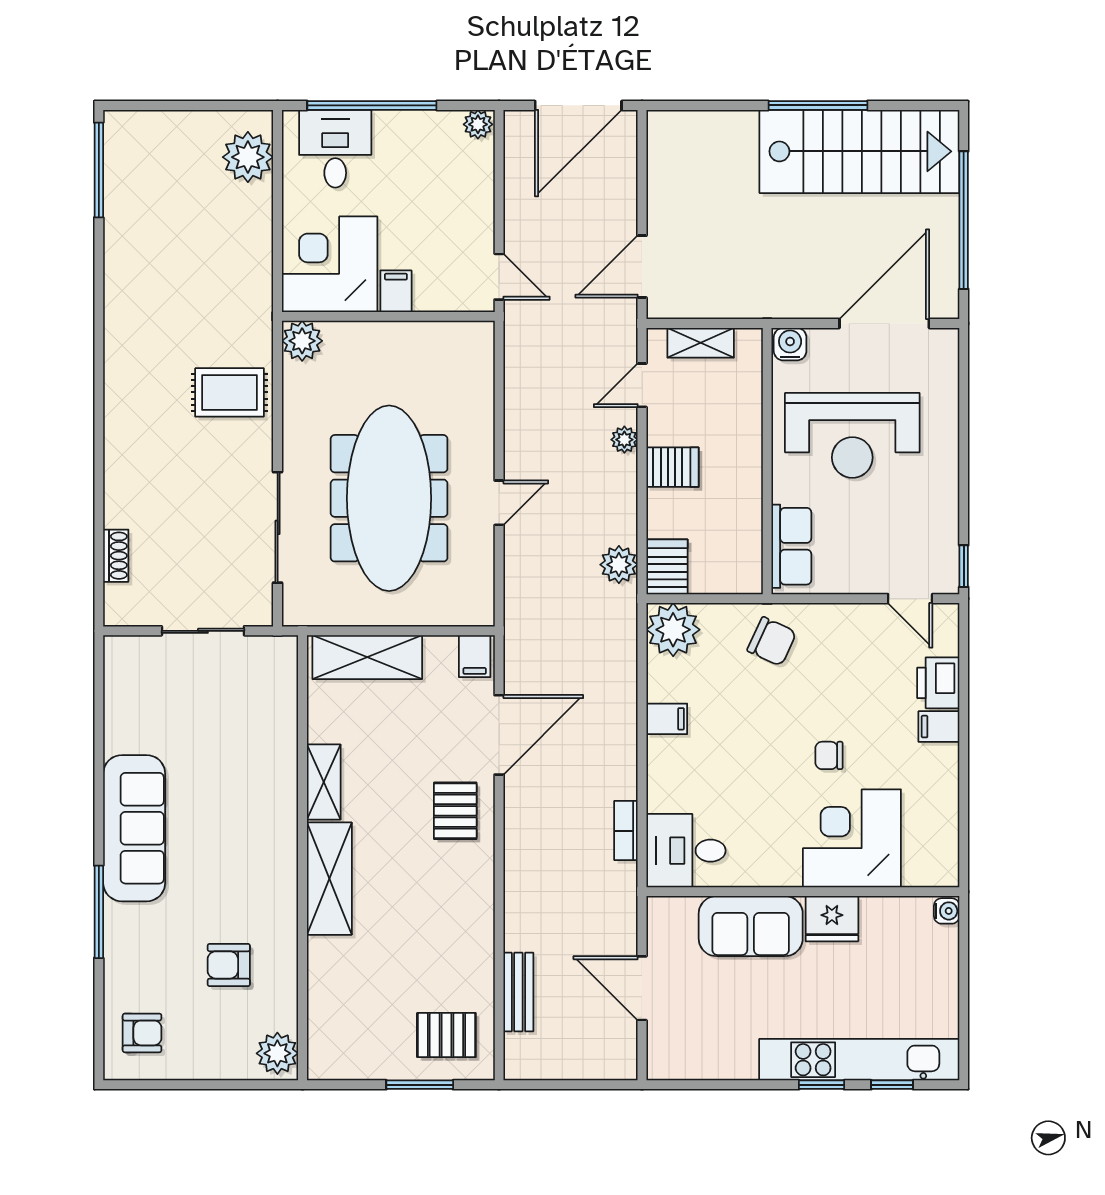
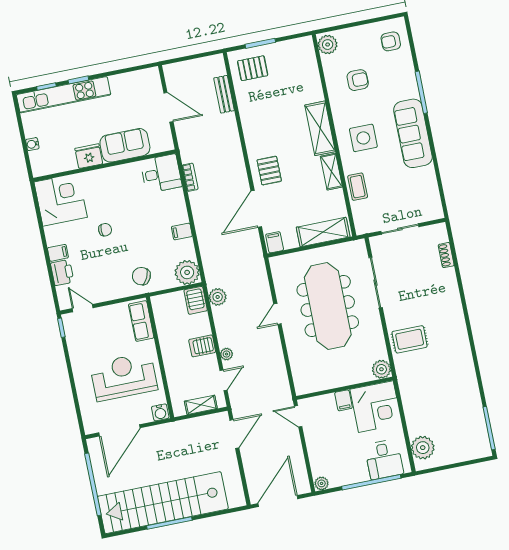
stairs: (859, 151) -> (163, 503), width x1.36
coffee table: (274, 739) -> (358, 187), added
corner desk: (852, 838) -> (61, 200), moved, turned -90
side table: (242, 840) -> (363, 138), added
water cooler: (947, 911) -> (32, 144), moved

